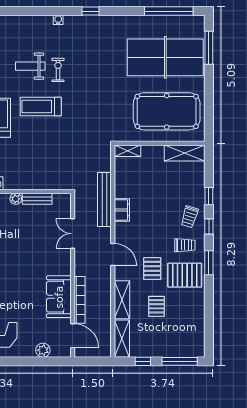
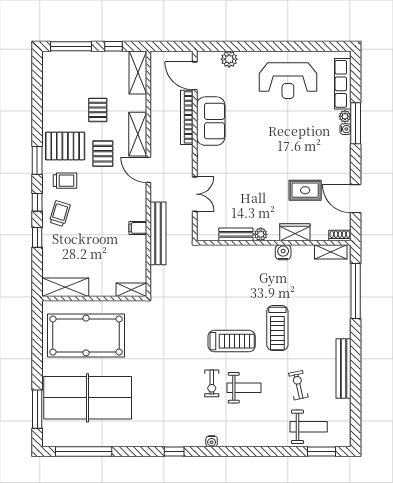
filing cabinet: (122, 210) -> (138, 228), width x0.50
trolley: (185, 245) -> (65, 181), turned 180
shelving: (122, 300) -> (138, 134), moved

